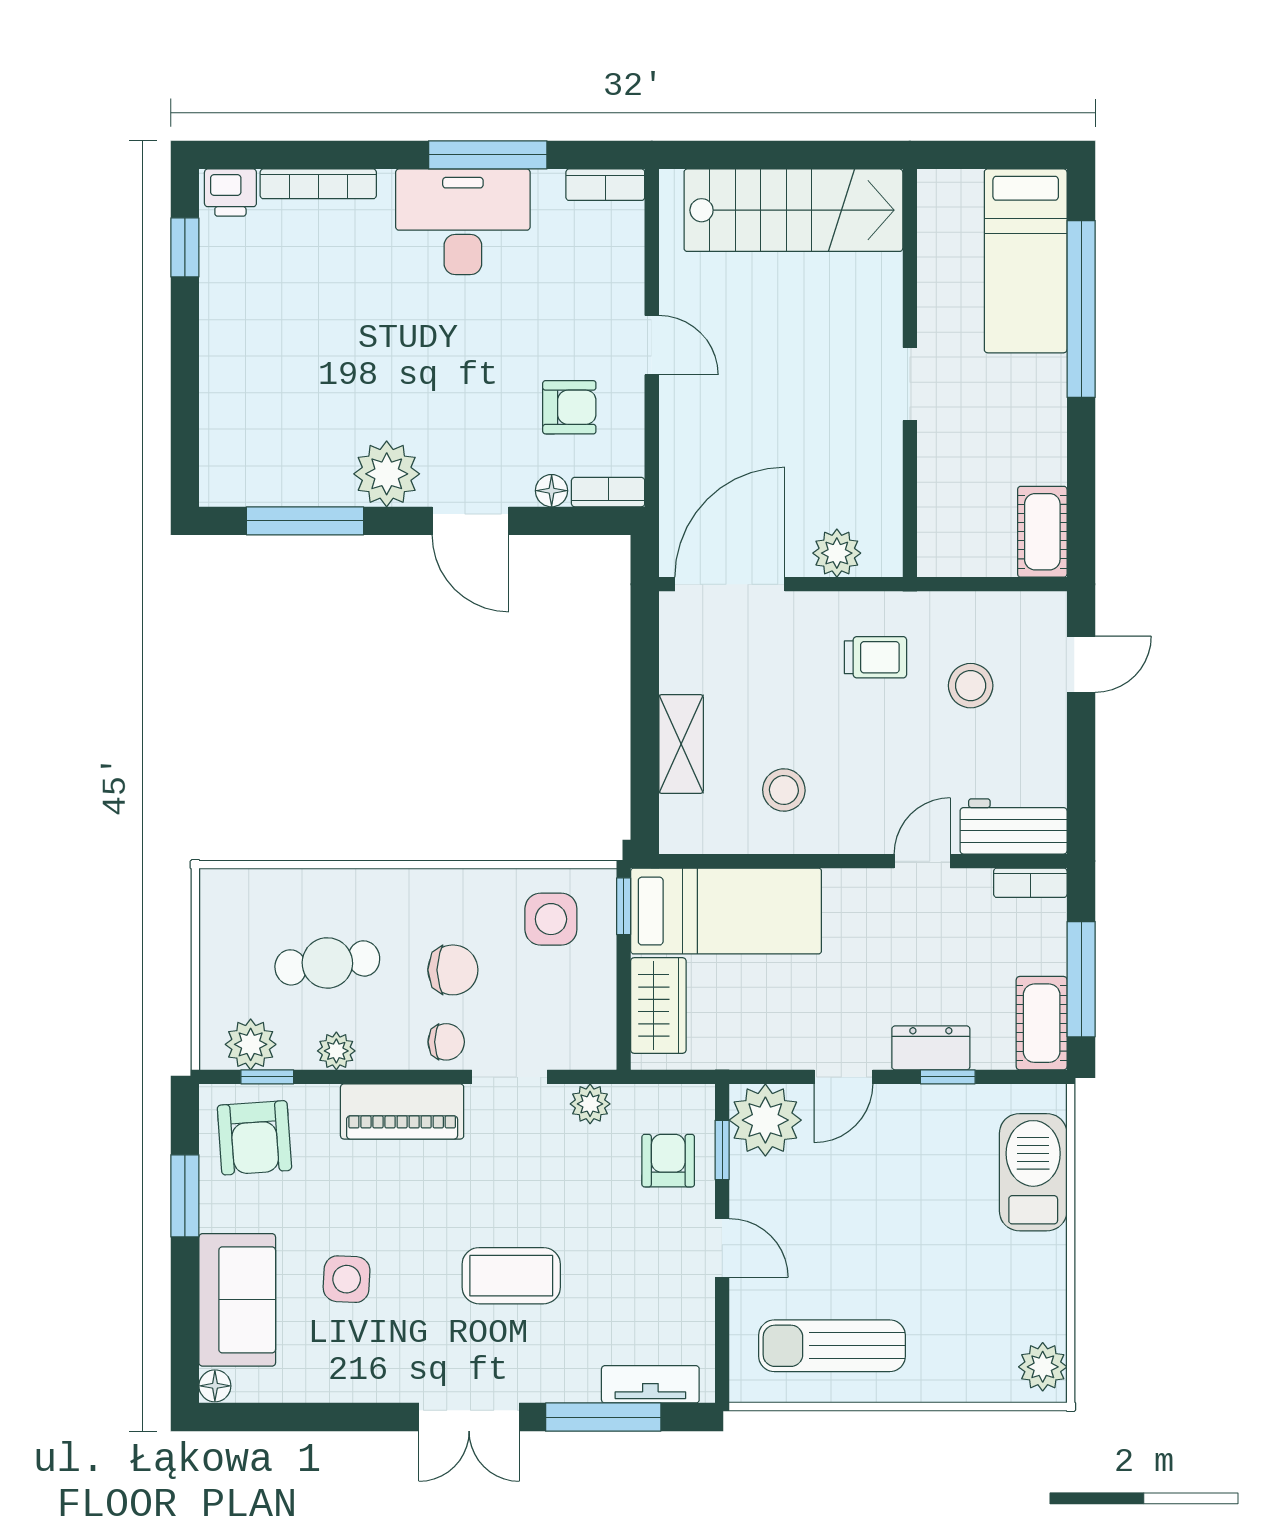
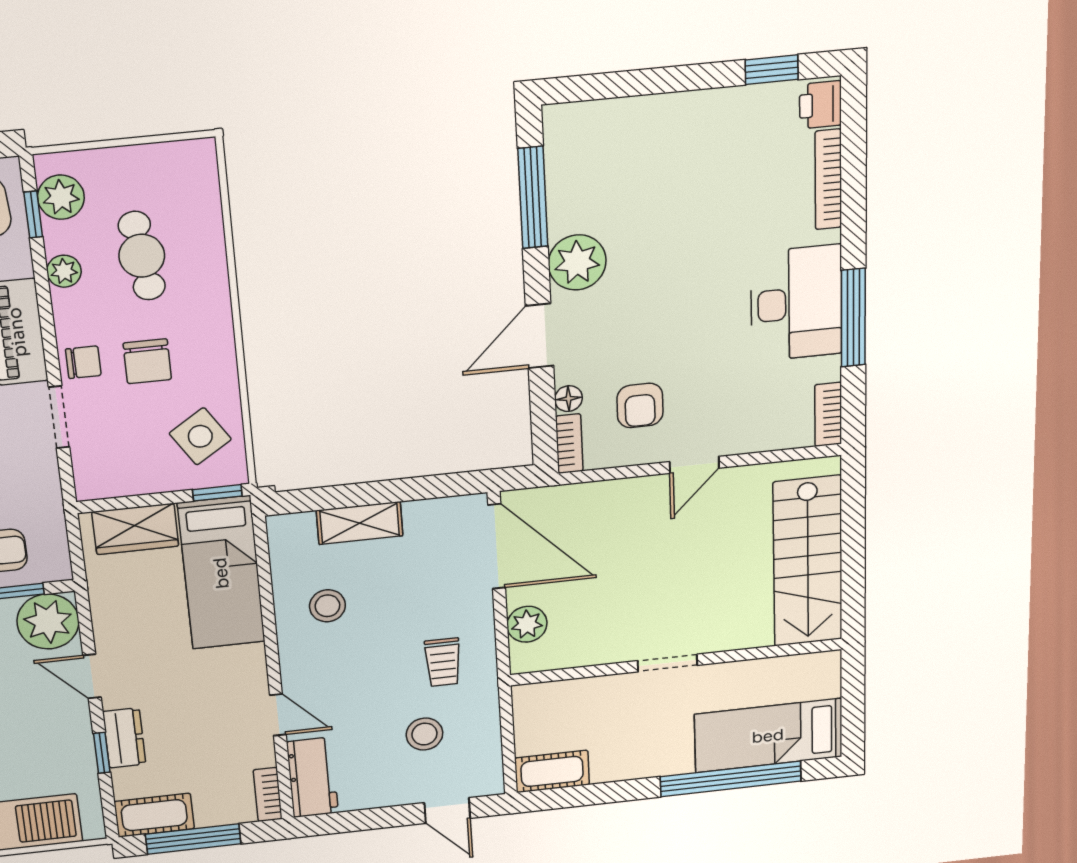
side table: (551, 919) -> (200, 436), turned -33
chair: (446, 1042) -> (83, 362), turned -90
plant: (590, 1104) -> (44, 484), removed

